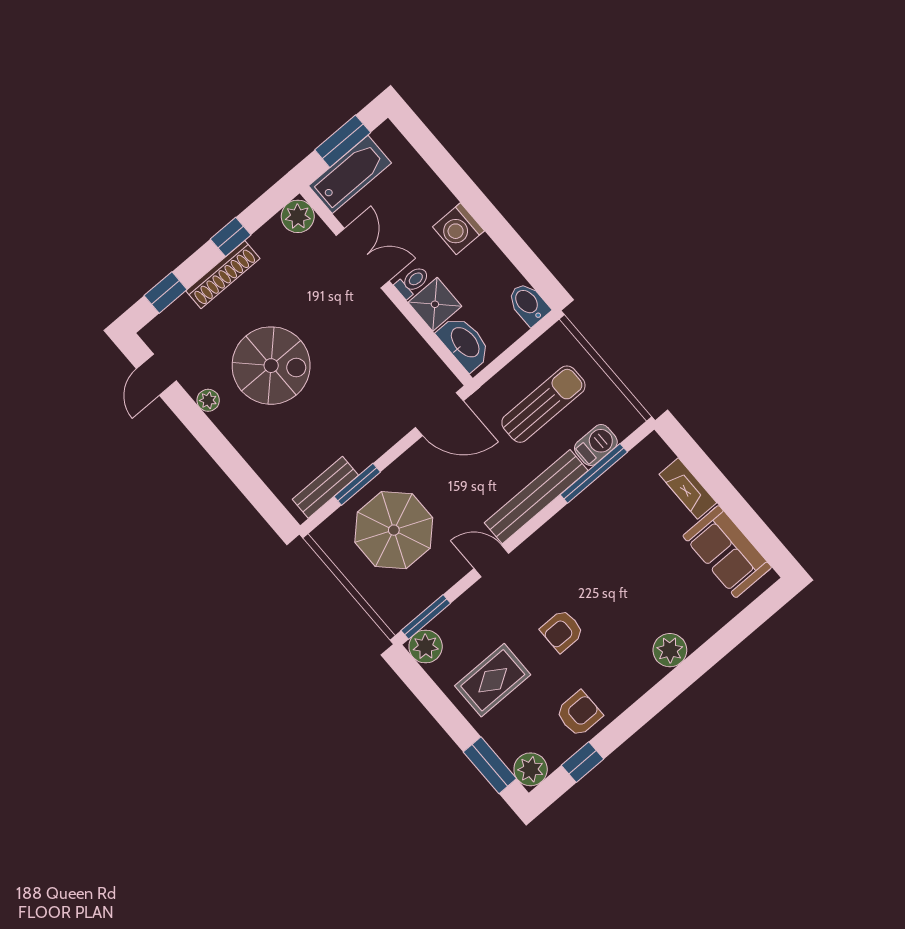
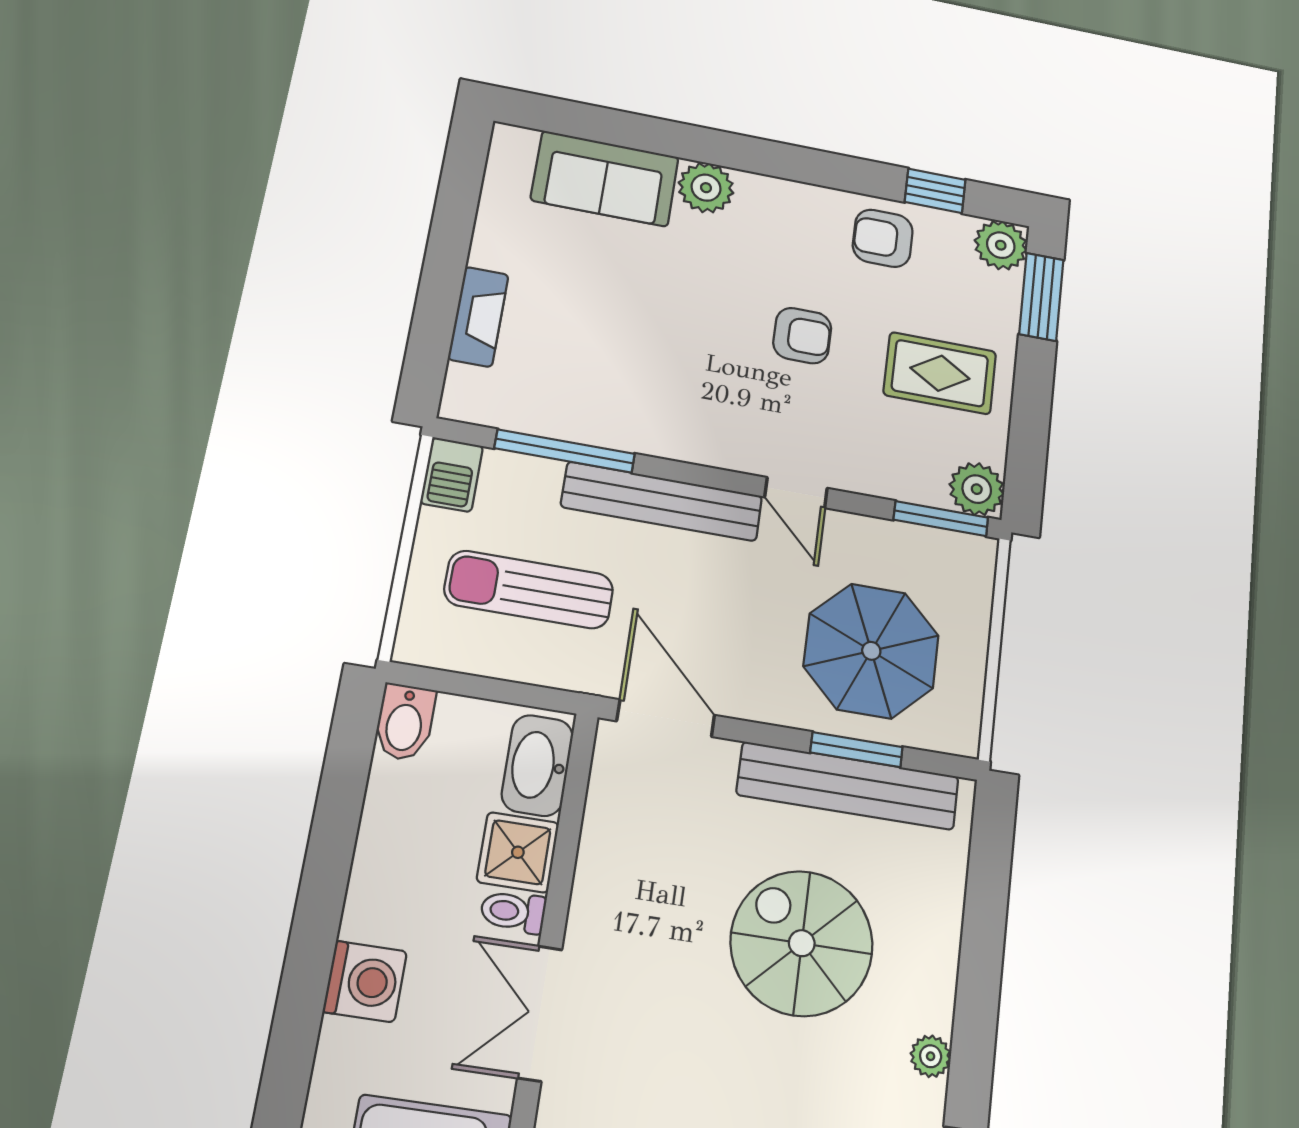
washing machine: (458, 229) -> (365, 982), moved
spiral stairs: (271, 366) -> (802, 943), moved
barbecue: (596, 445) -> (452, 475), moved, turned -90
bench: (325, 487) -> (848, 786), width x1.86, depth x1.21
sofa: (727, 552) -> (605, 179), moved, turned 90

